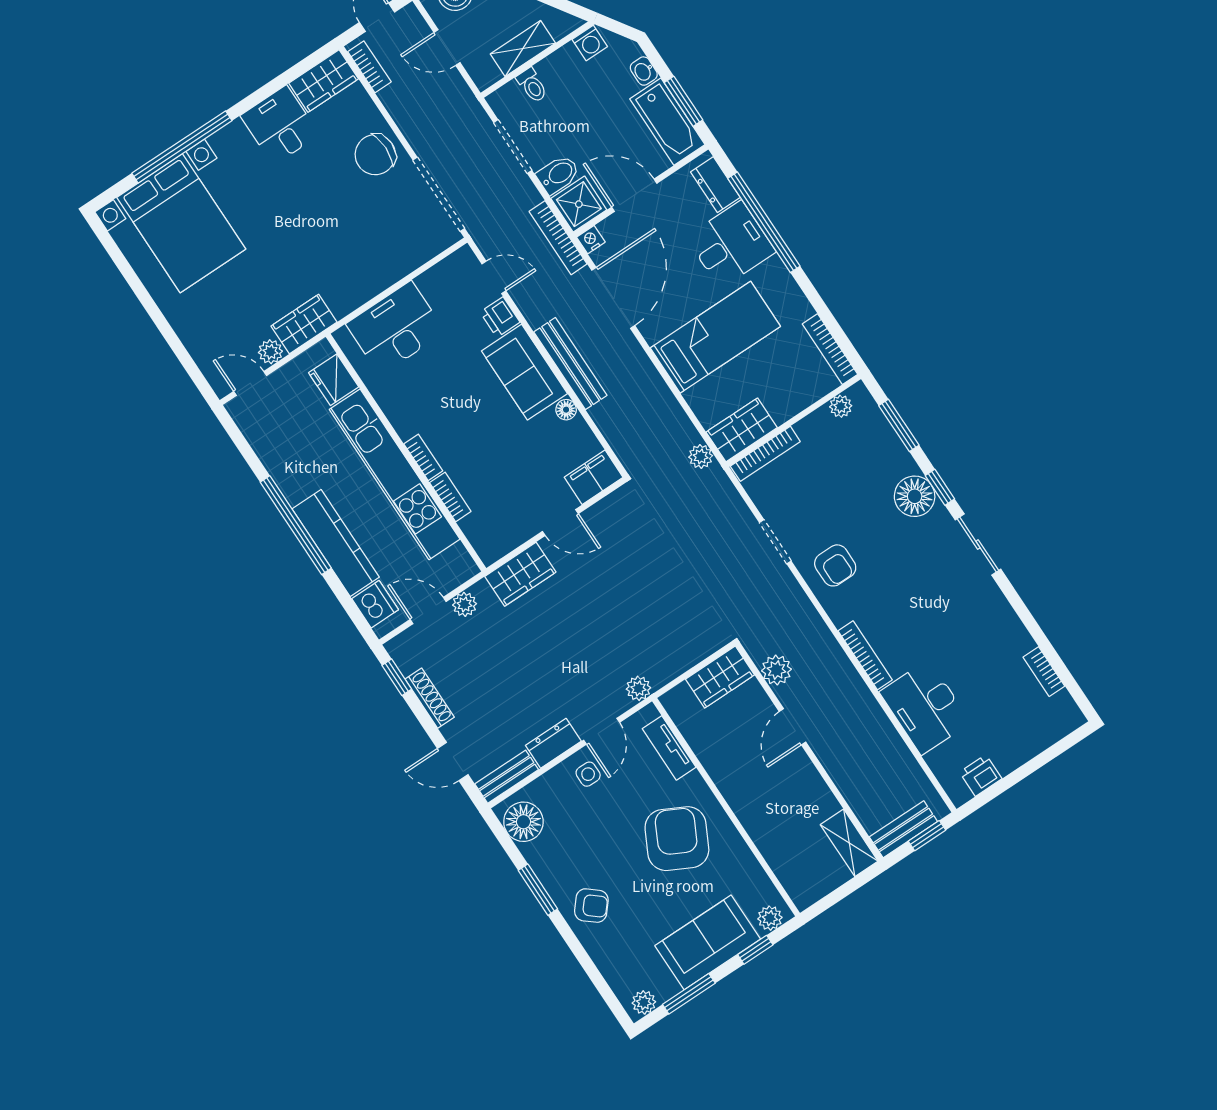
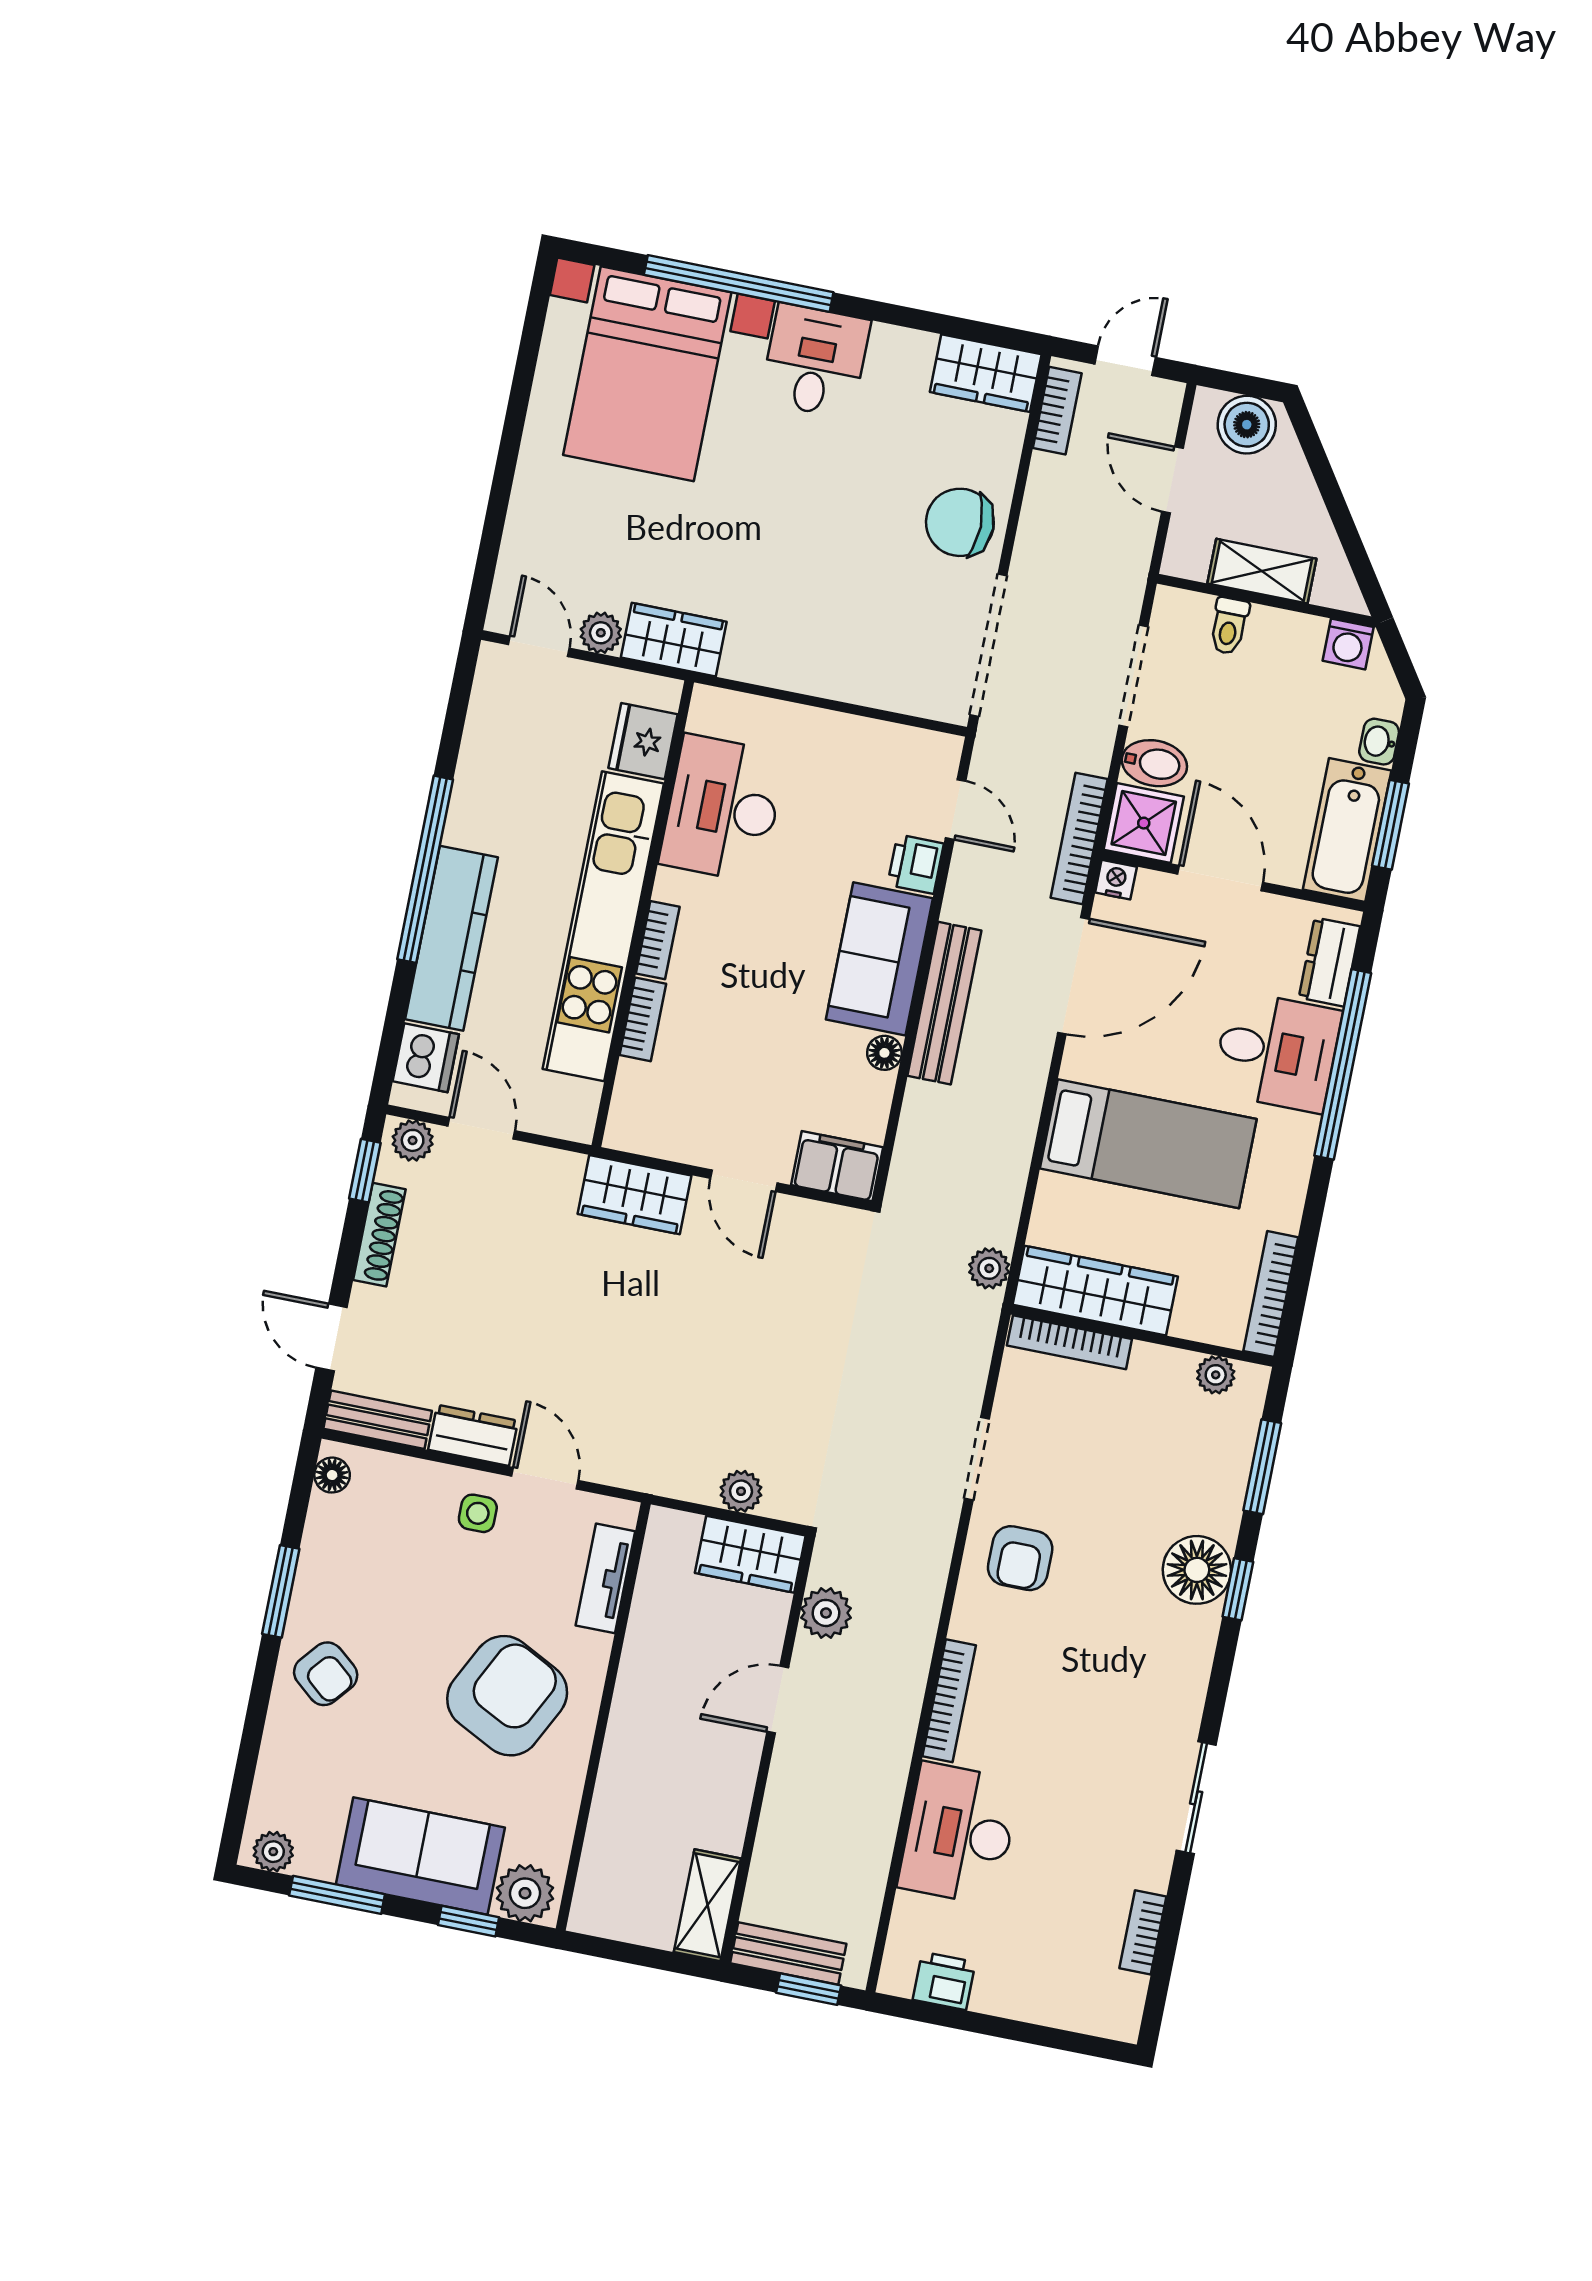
desk: (280, 125) -> (815, 361), moved
desk: (396, 328) -> (723, 809), moved, turned -90
wardrobe: (742, 430) -> (1095, 1291), width x1.50
sliding door: (978, 545) -> (1196, 1798), moved
plant: (465, 604) -> (413, 1140), moved
plant: (638, 688) -> (741, 1491), moved
door: (602, 731) -> (545, 1478), swing flipped
floor lamp: (523, 822) -> (332, 1475), width x0.53, depth x0.53
plant: (770, 918) -> (525, 1893), width x1.38, depth x1.38

